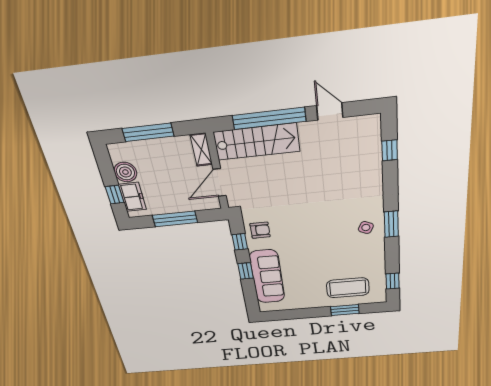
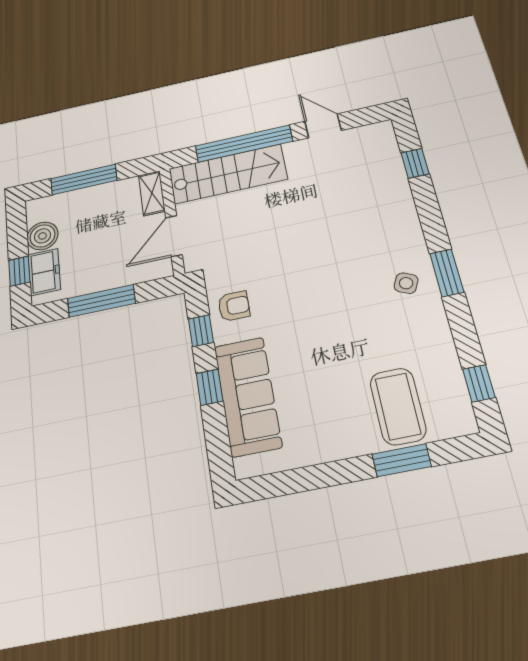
coffee table: (348, 288) -> (398, 406), turned 90

